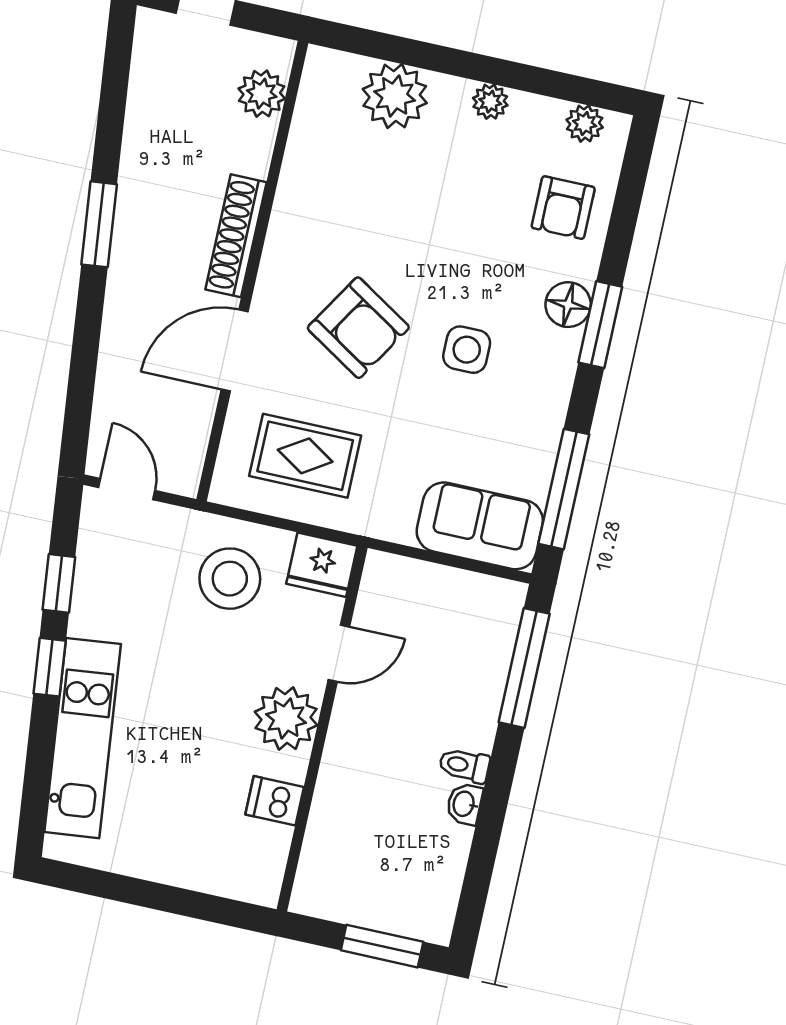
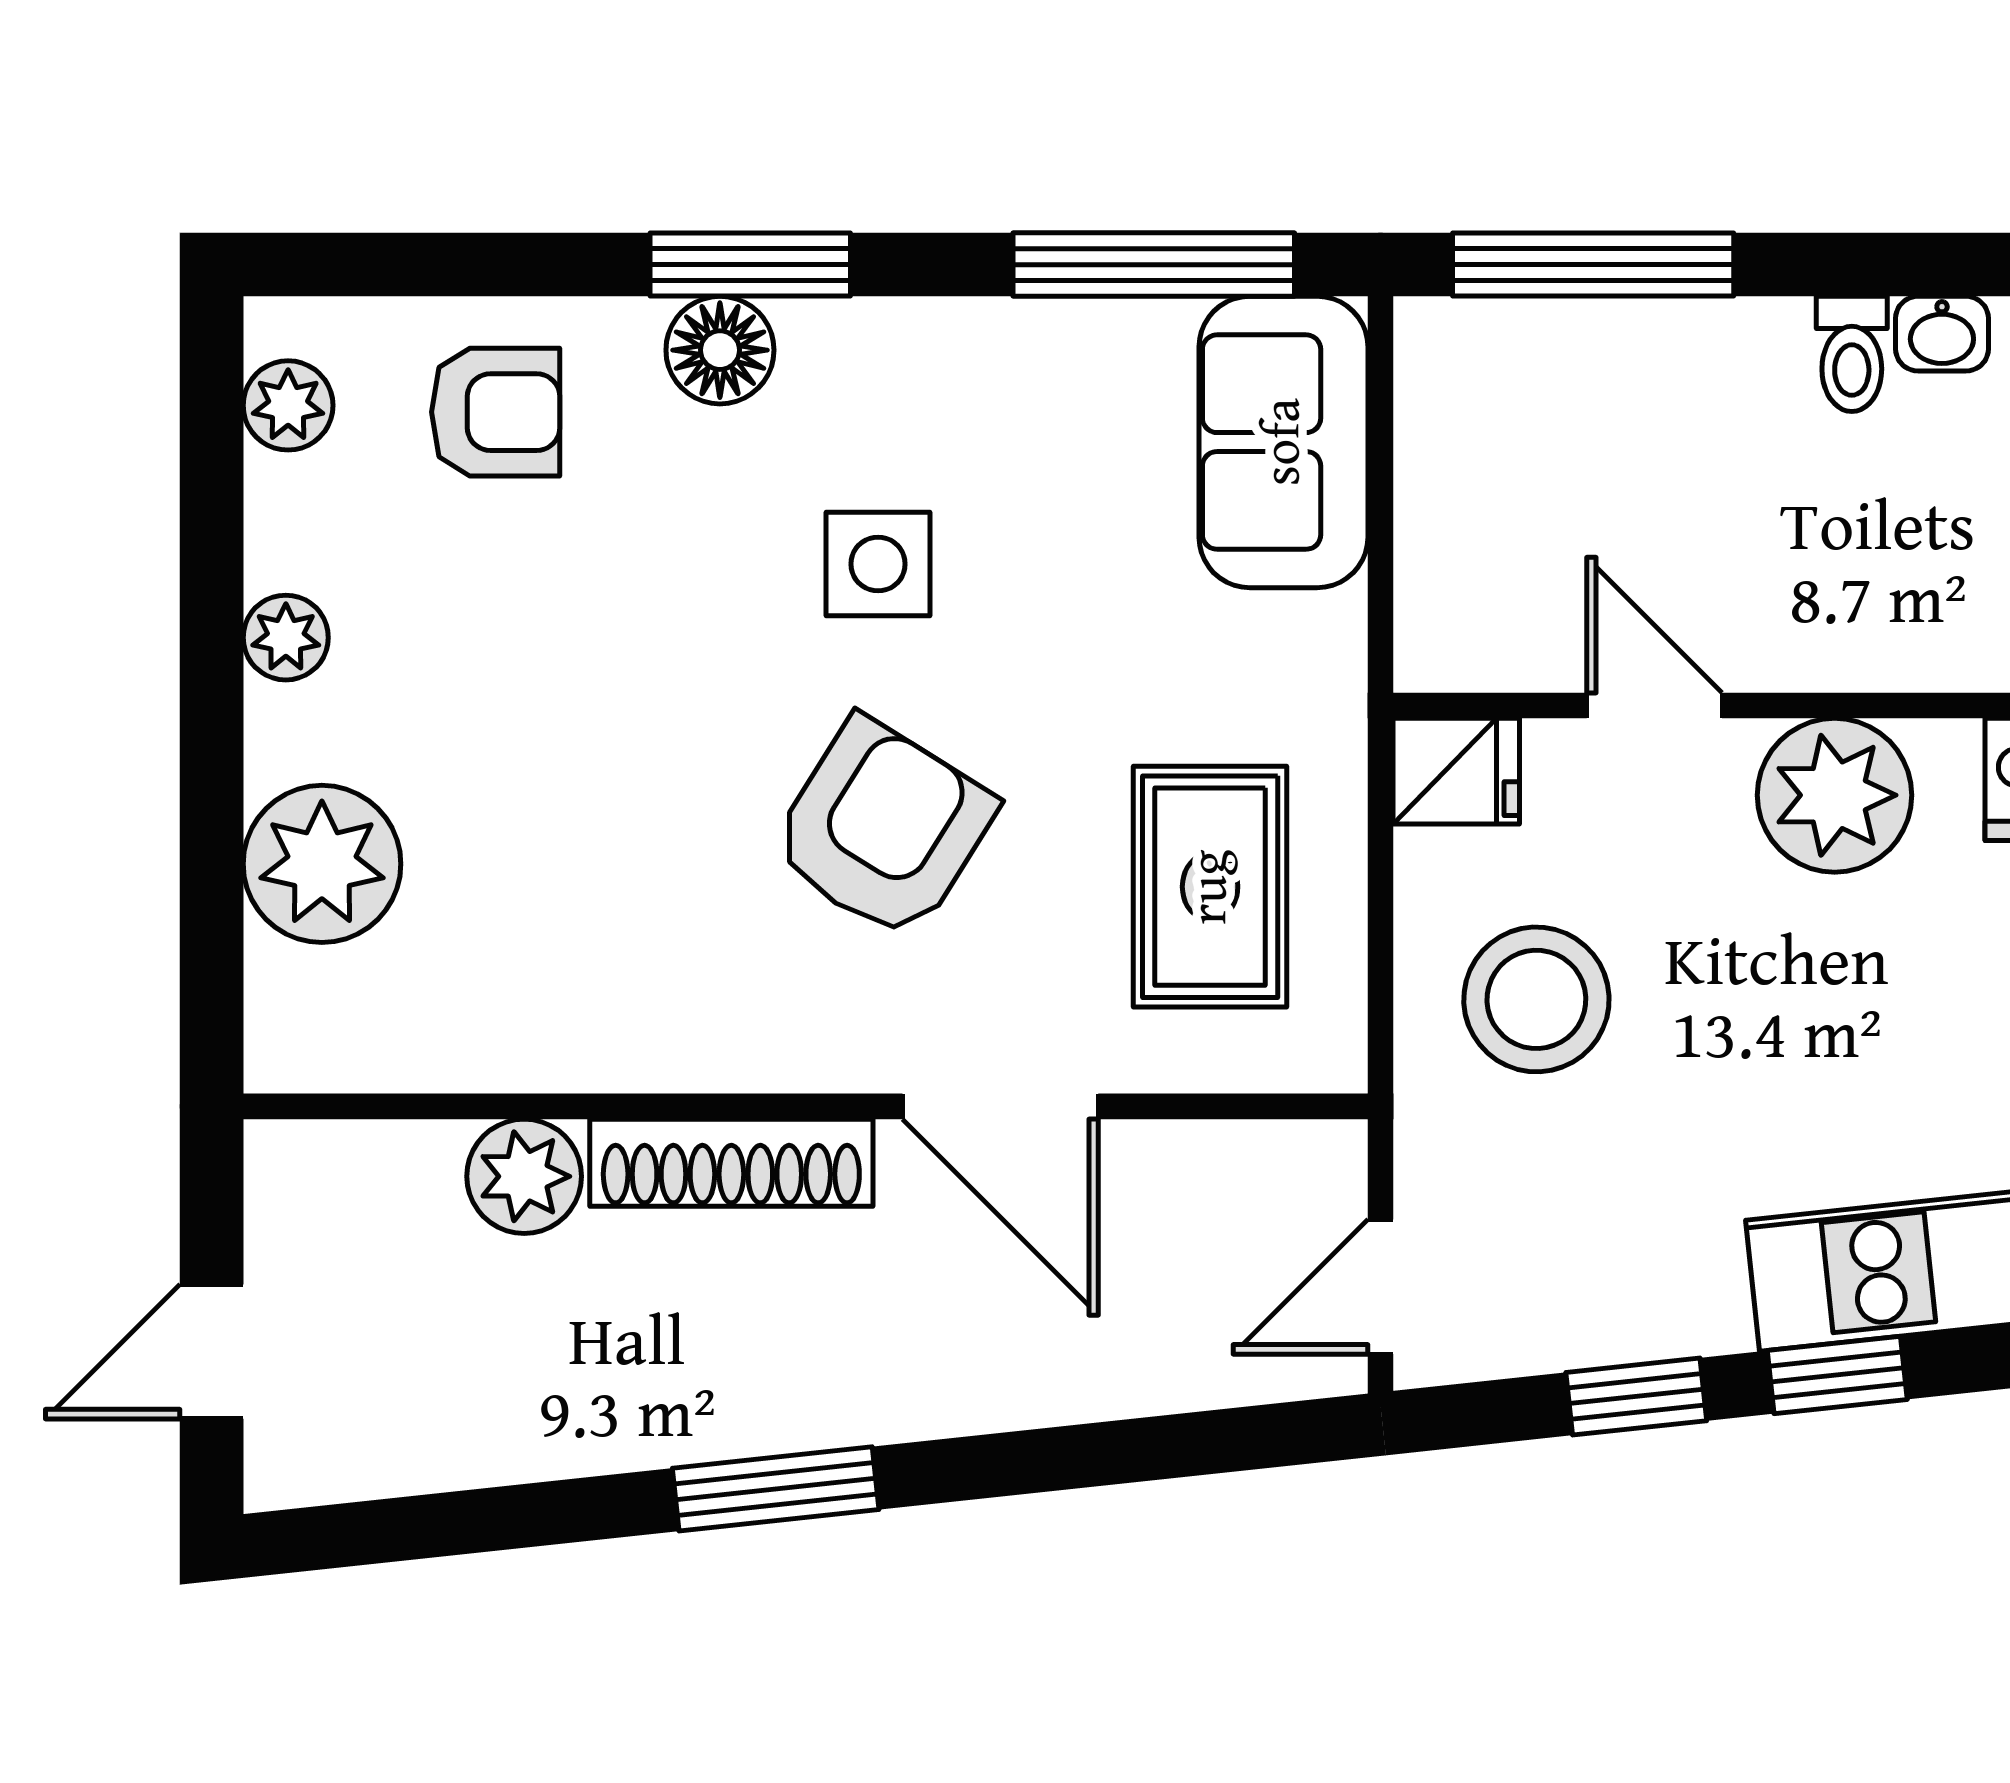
plant: (262, 94) -> (524, 1176), moved
fridge: (322, 565) -> (1456, 771), width x0.72

